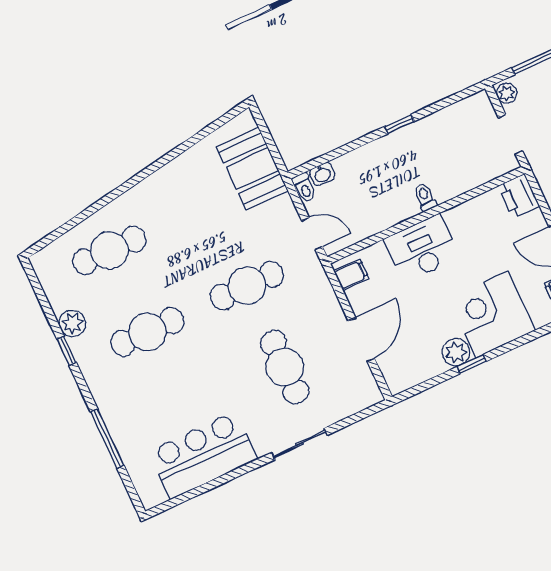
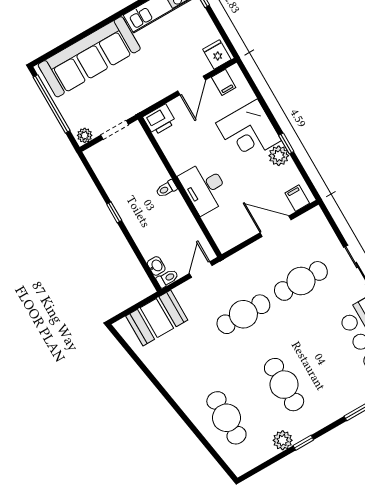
filing cabinet: (351, 275) -> (297, 198), moved
cafe table: (247, 286) -> (243, 314), turned 90

